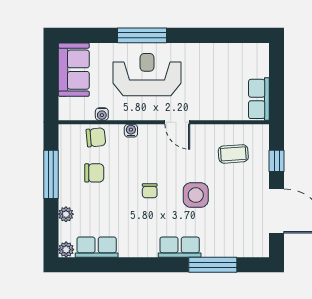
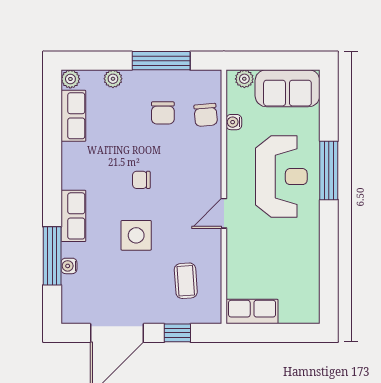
plant: (66, 105) -> (244, 79), added
water cooler: (131, 131) -> (69, 266), moved, turned 180

